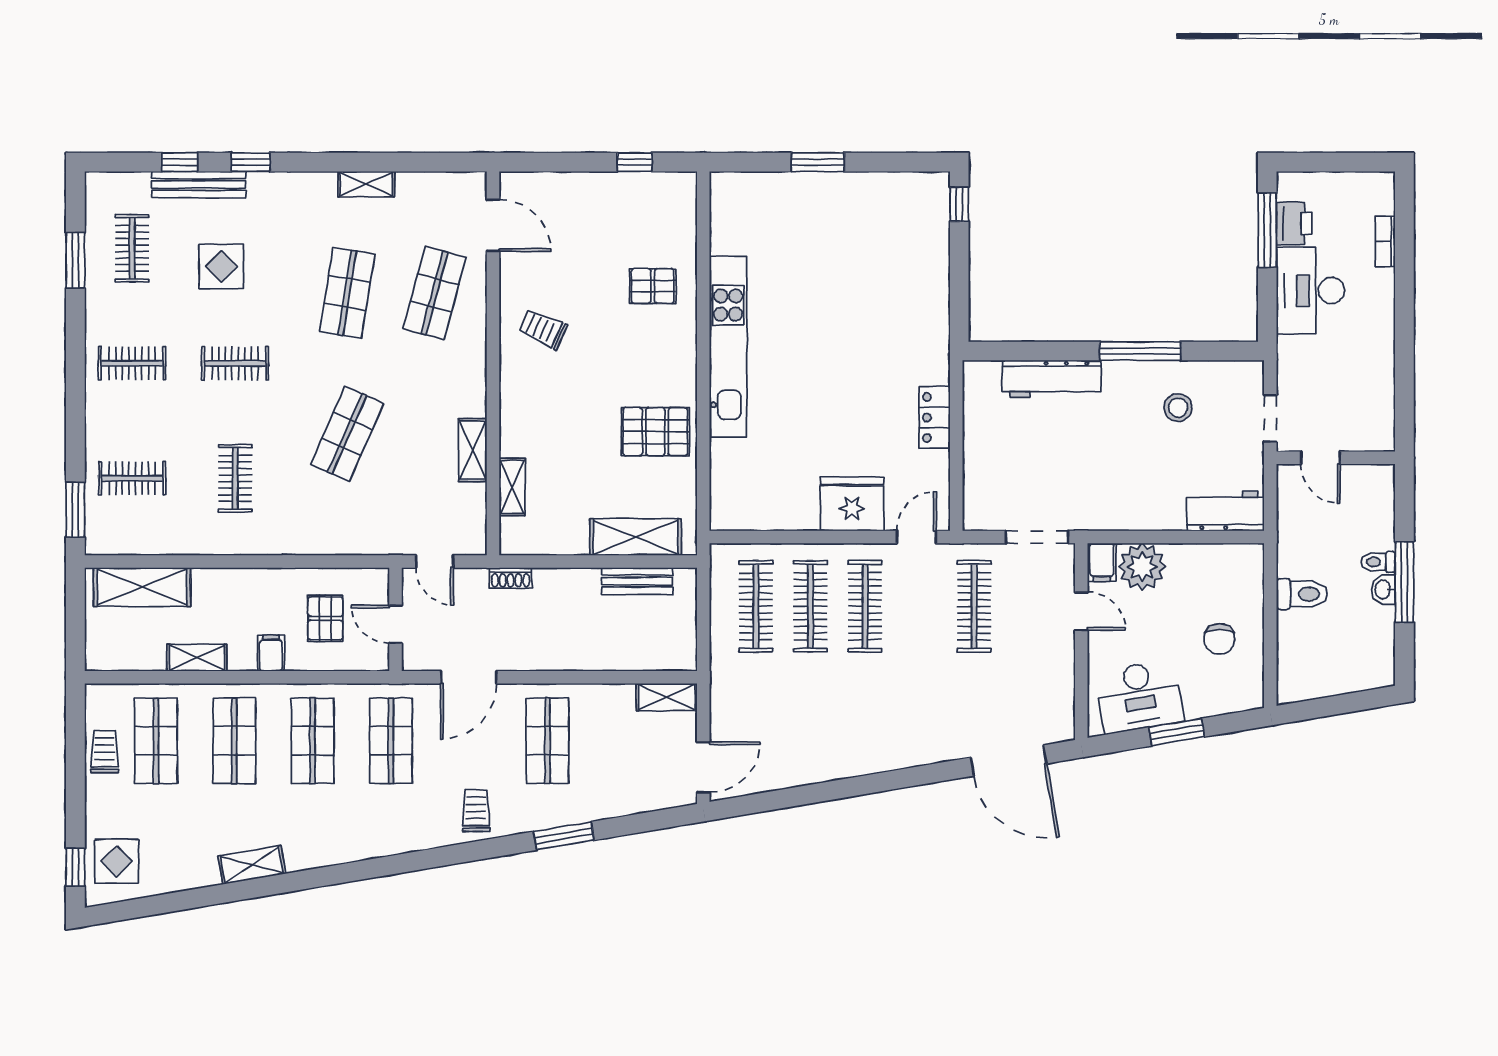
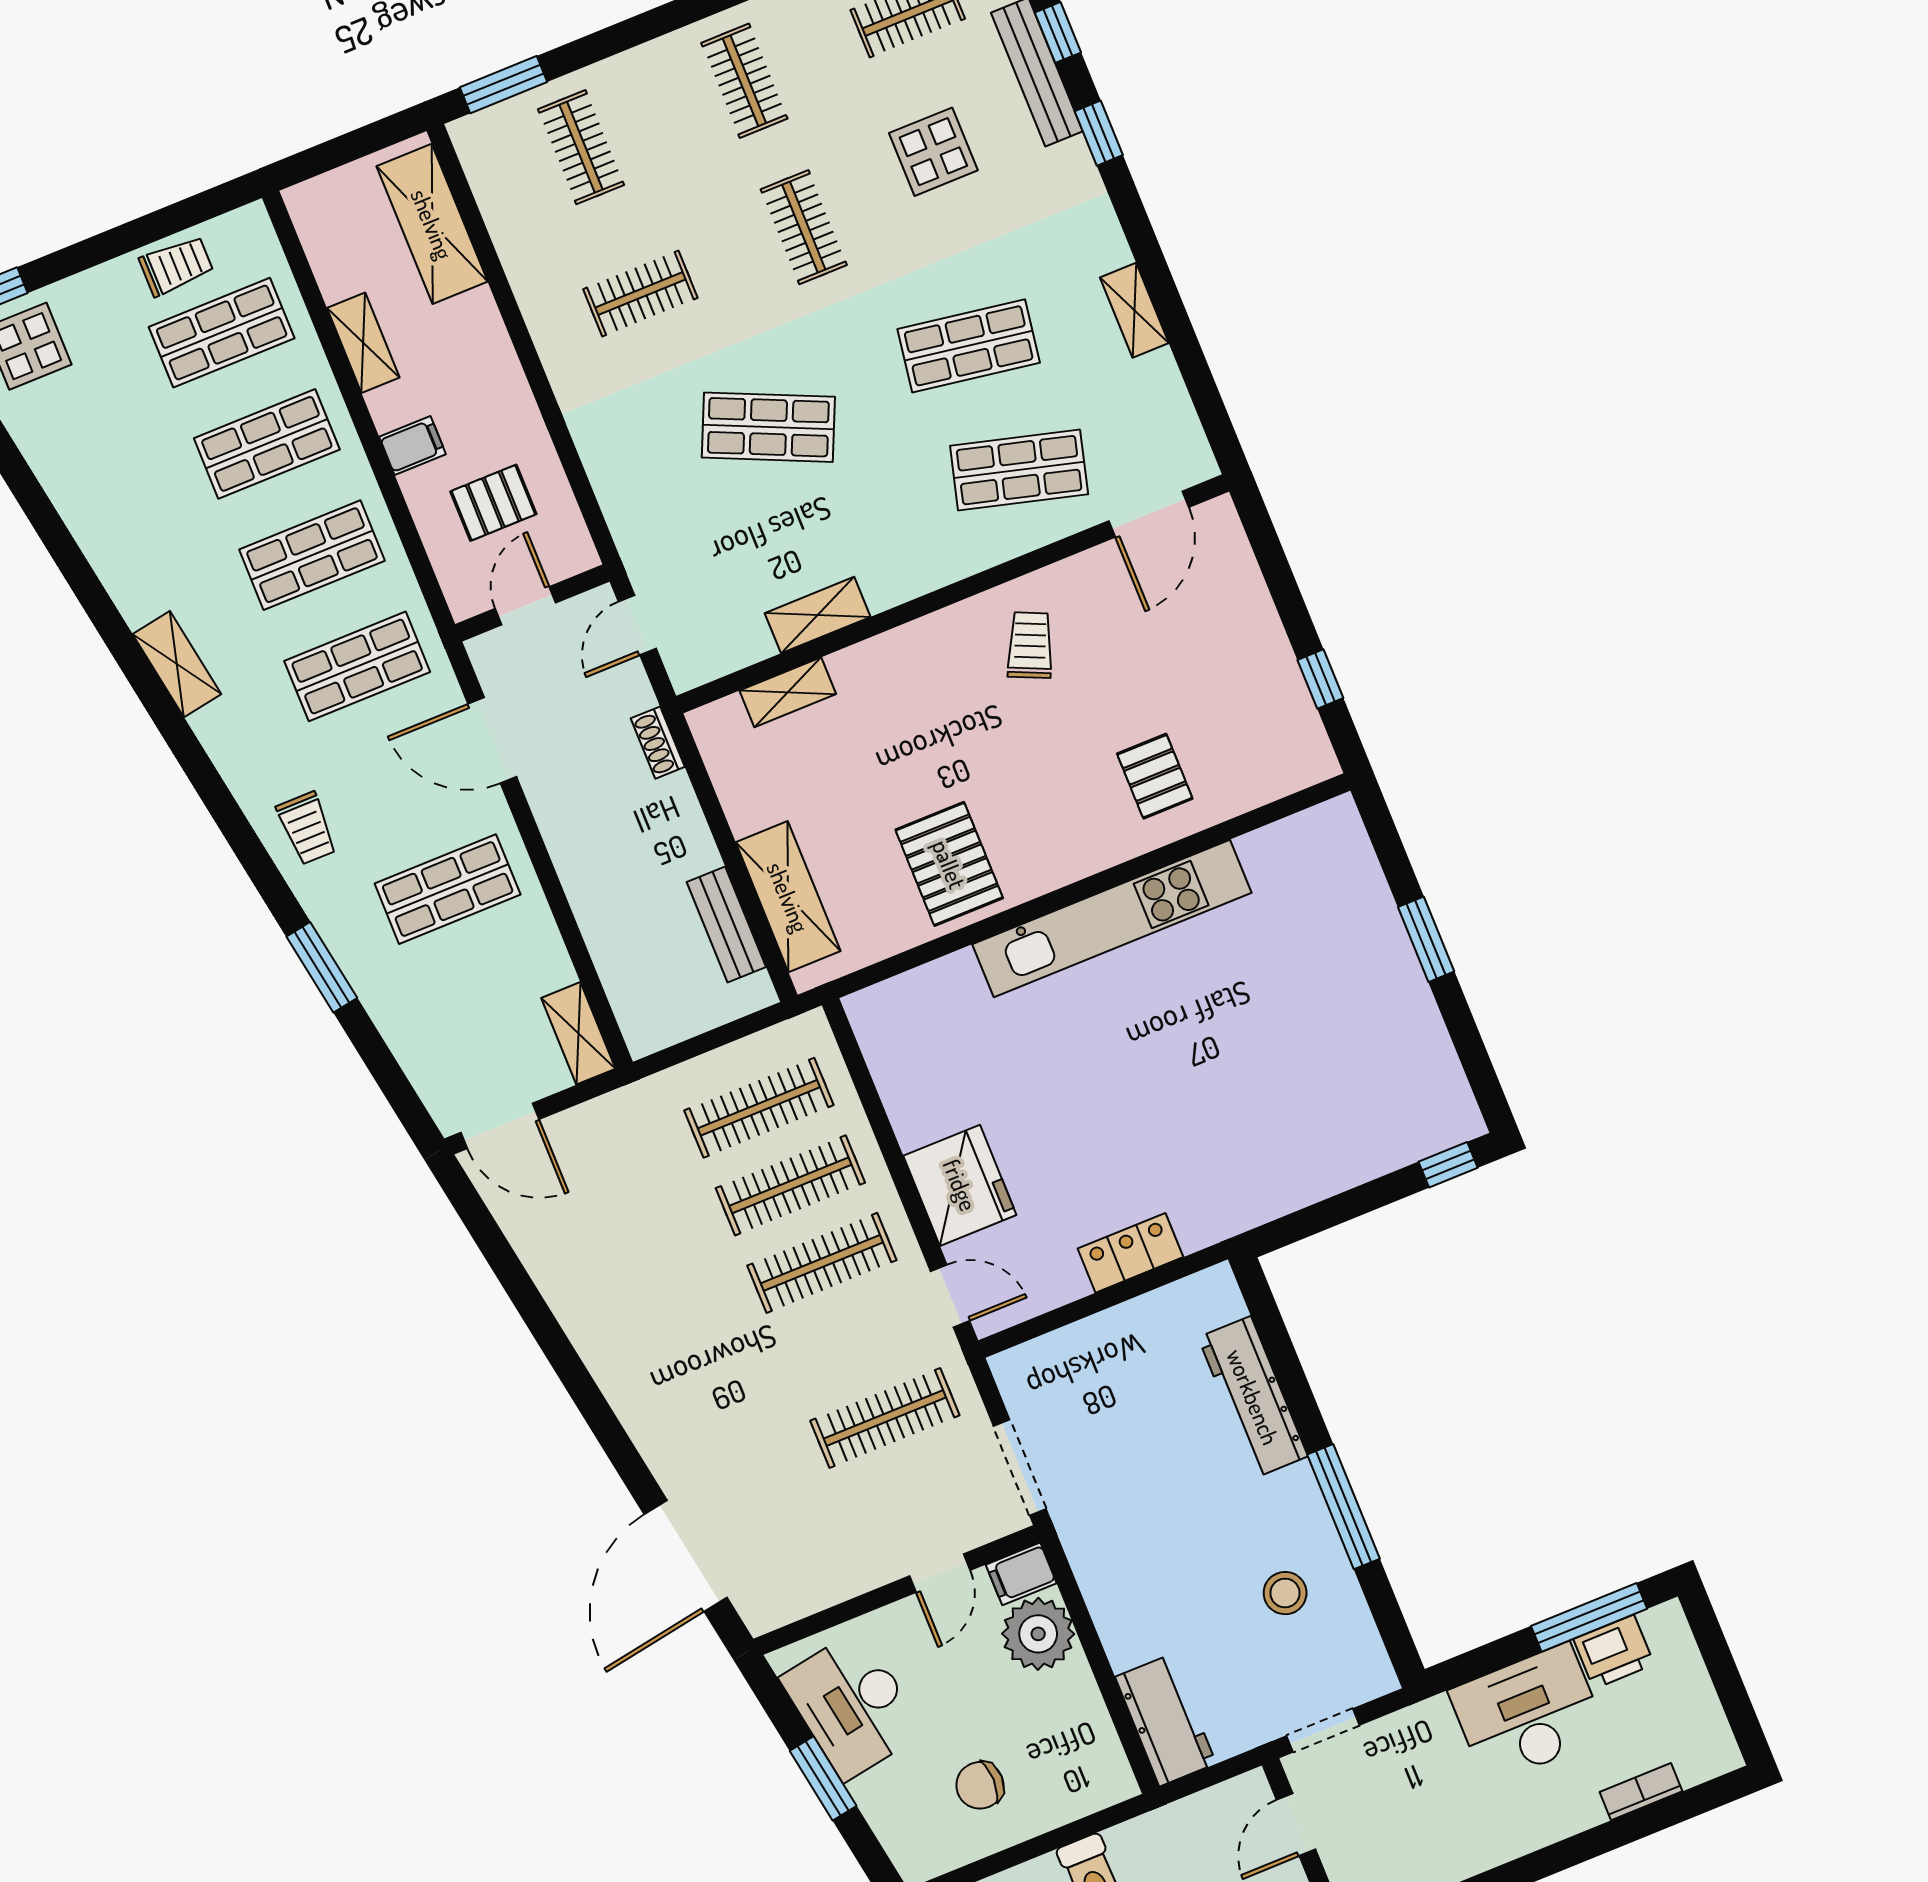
trolley: (476, 811) -> (307, 828), turned 90
shelving: (252, 865) -> (177, 664), moved

